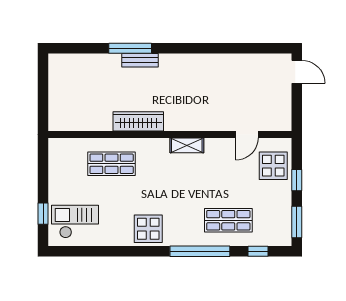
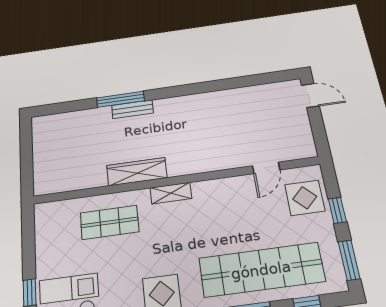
shelving: (187, 145) -> (171, 193), moved
shop shelf: (228, 220) -> (261, 270), width x2.00, depth x1.36

